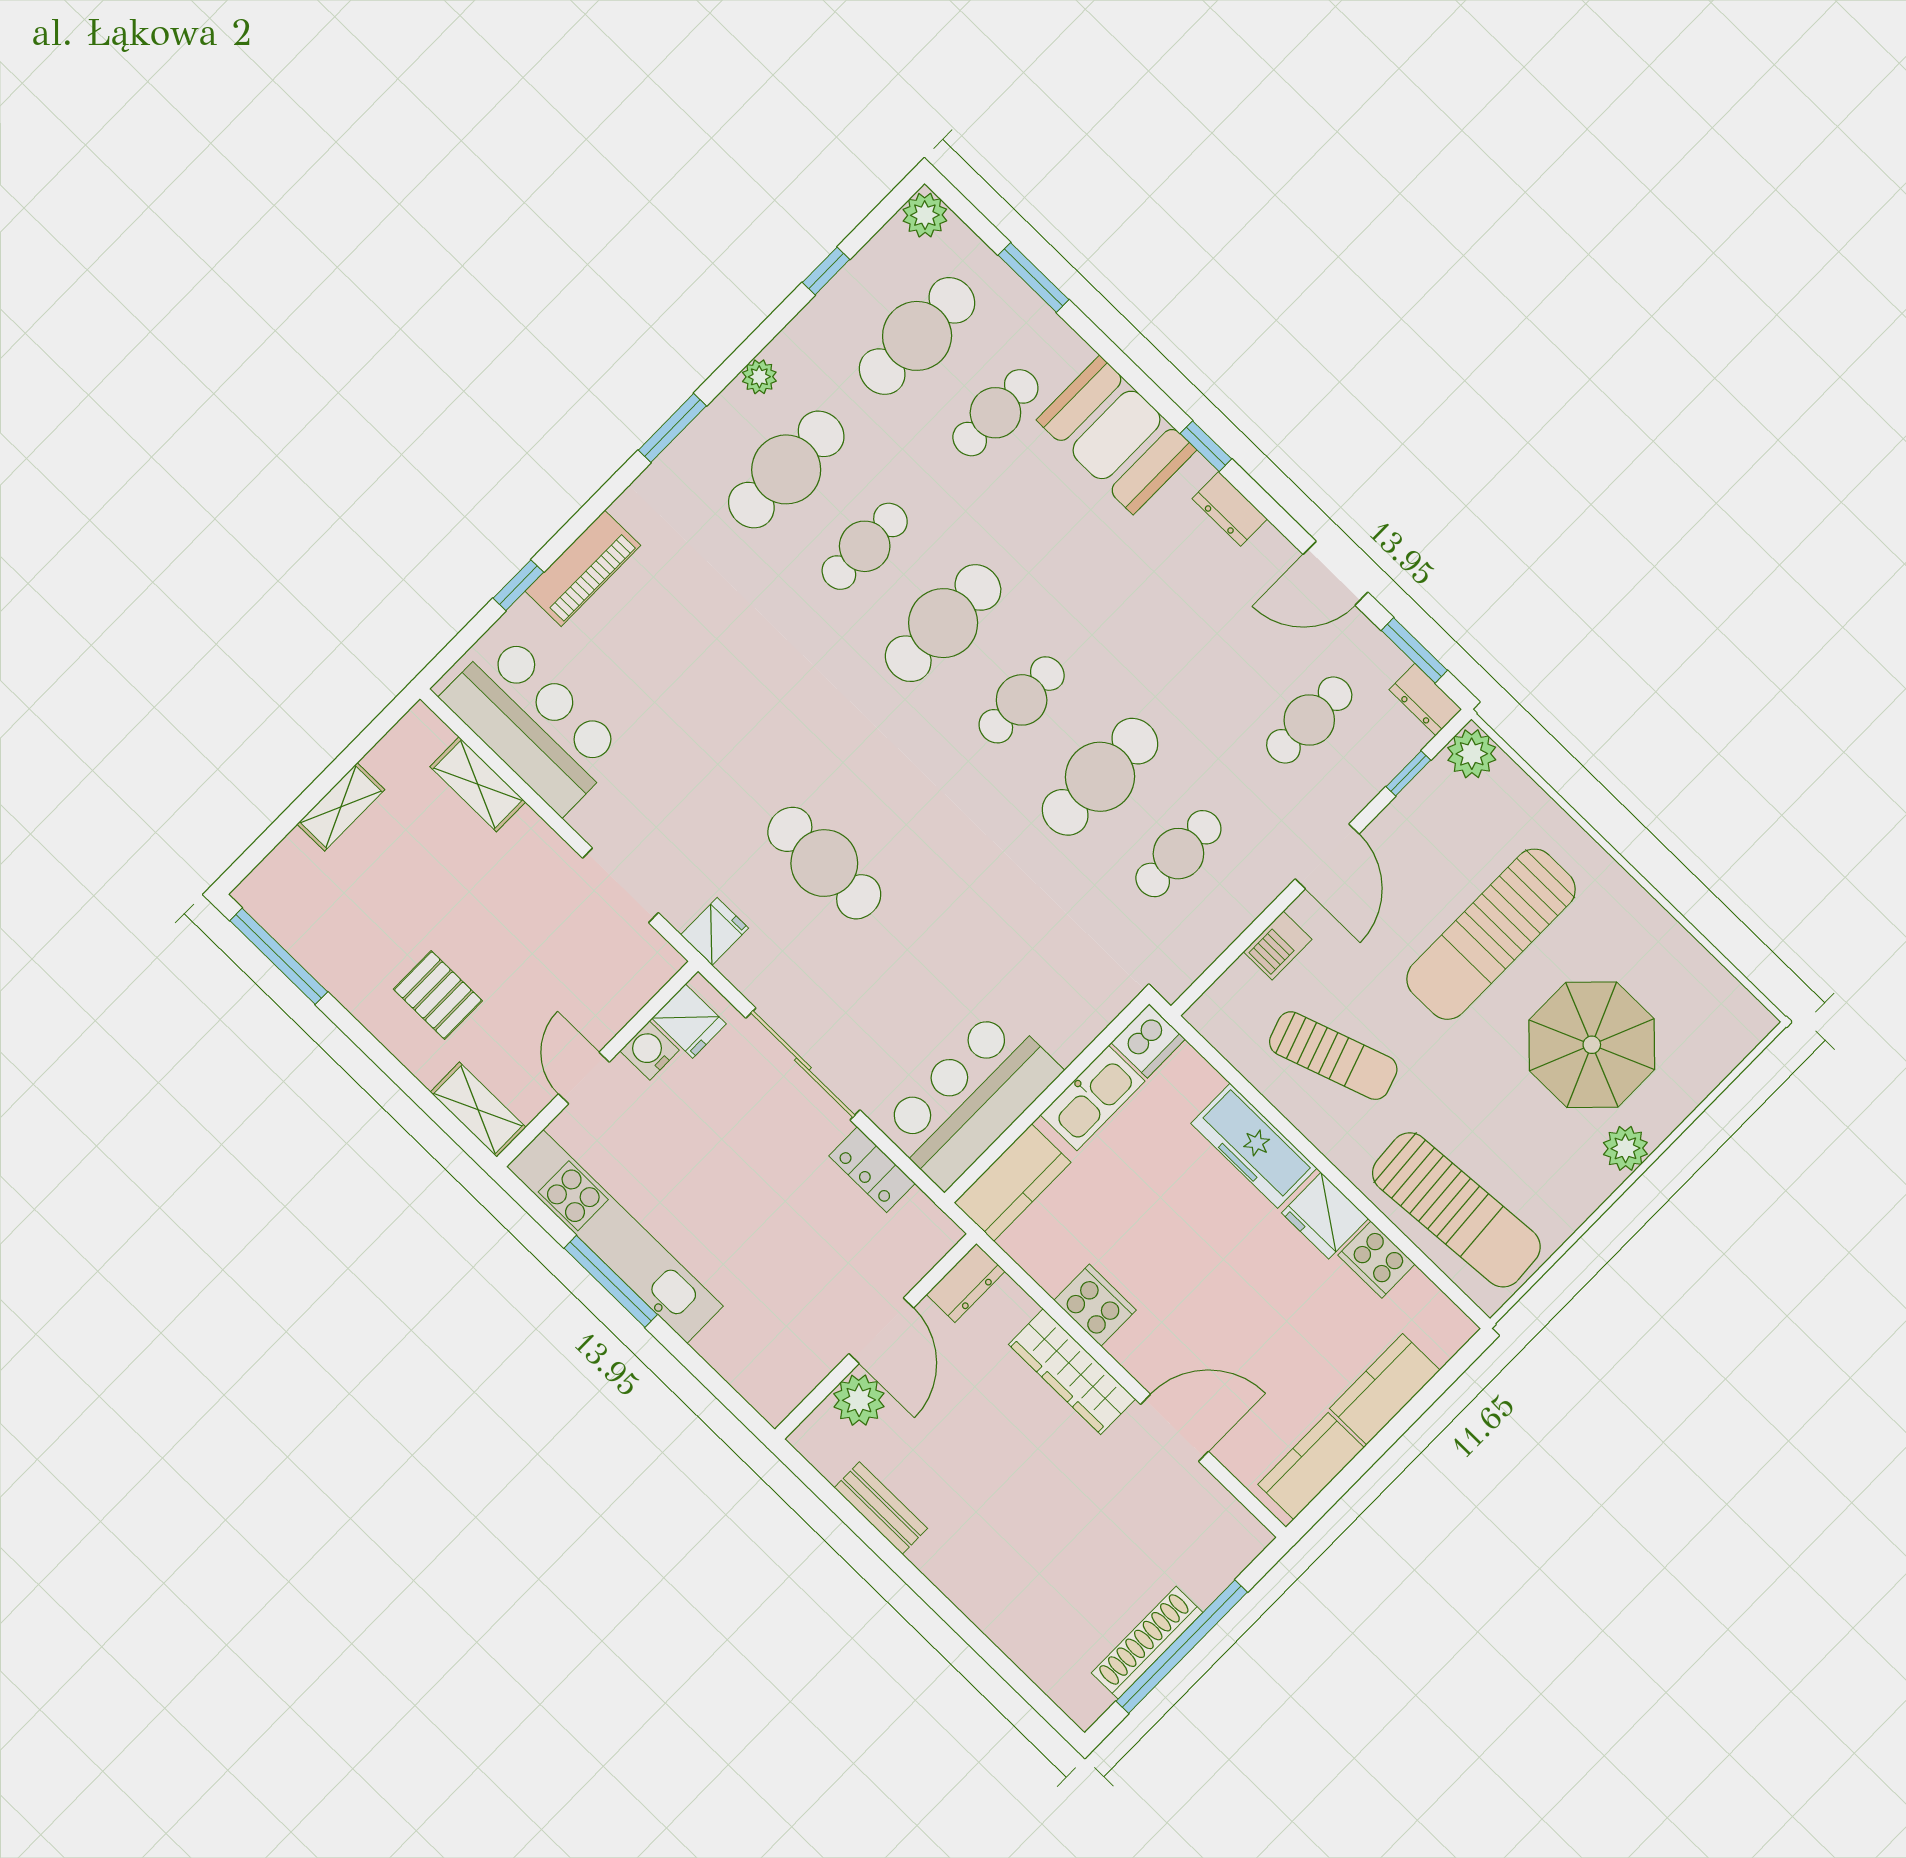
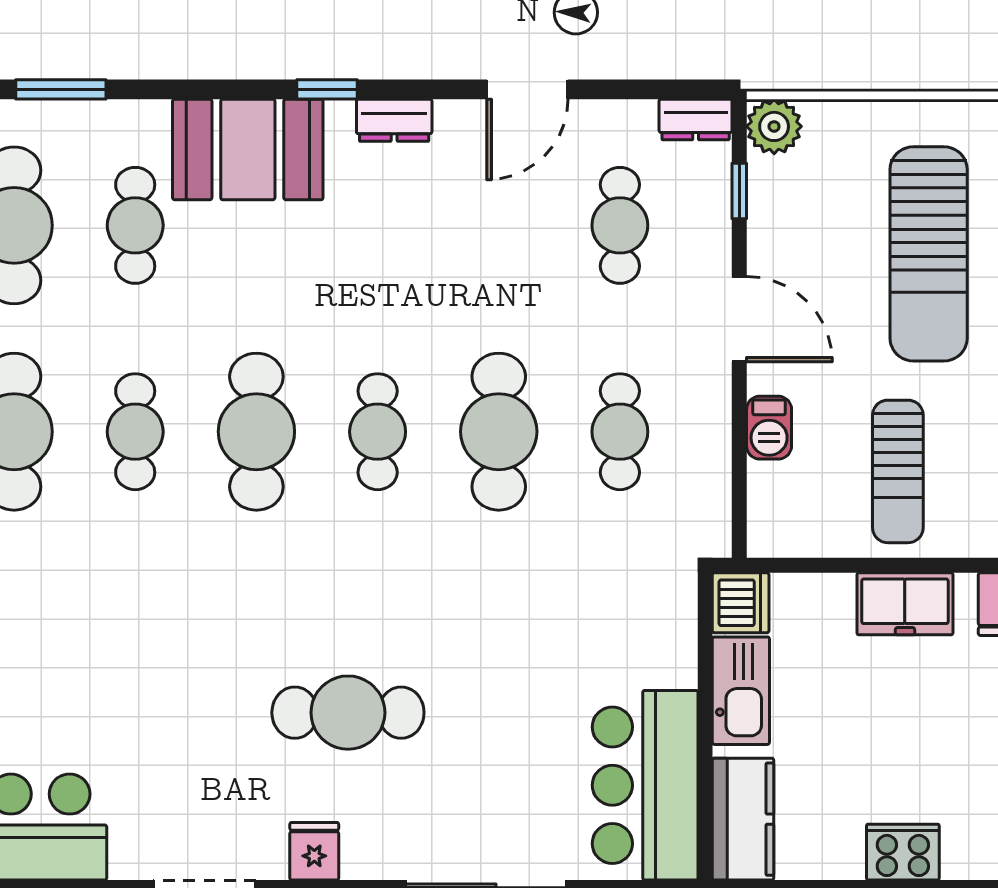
window: (1414, 650) -> (649, 89), removed
sun lounger: (1333, 1056) -> (898, 471), turned 109
freezer: (1254, 1146) -> (905, 604), width x0.71

